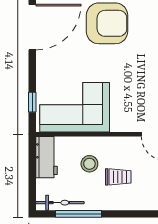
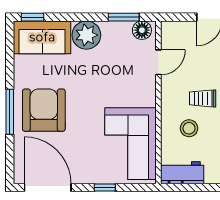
window: (32, 102) -> (105, 187), moved
trolley: (118, 177) -> (203, 98), turned -90

